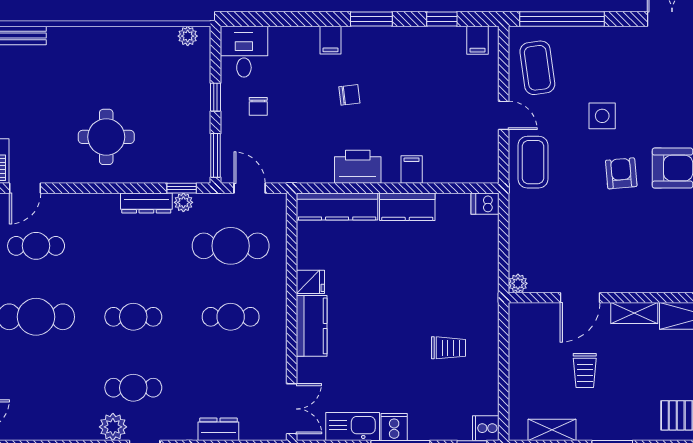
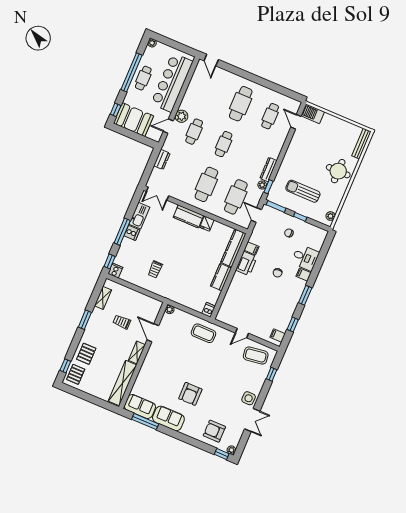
window: (562, 19) -> (272, 374), width x0.32
desk: (244, 52) -> (305, 258), moved
sun lounger: (161, 114) -> (303, 191), added
side table: (602, 116) -> (249, 398), moved
round table: (106, 137) -> (338, 171), moved
coffee table: (533, 162) -> (203, 333), moved
filing cabinet: (412, 169) -> (251, 248), moved
armchair: (621, 173) -> (197, 372), removed
door: (250, 188) -> (256, 215), swing flipped
cafe table: (231, 317) -> (206, 184), width x1.37, depth x1.35

